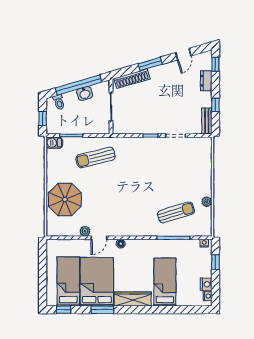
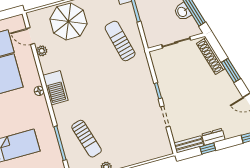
dresser: (206, 81) -> (213, 137), moved
barbecue: (122, 228) -> (56, 88), added
door: (99, 238) -> (30, 36), moved

